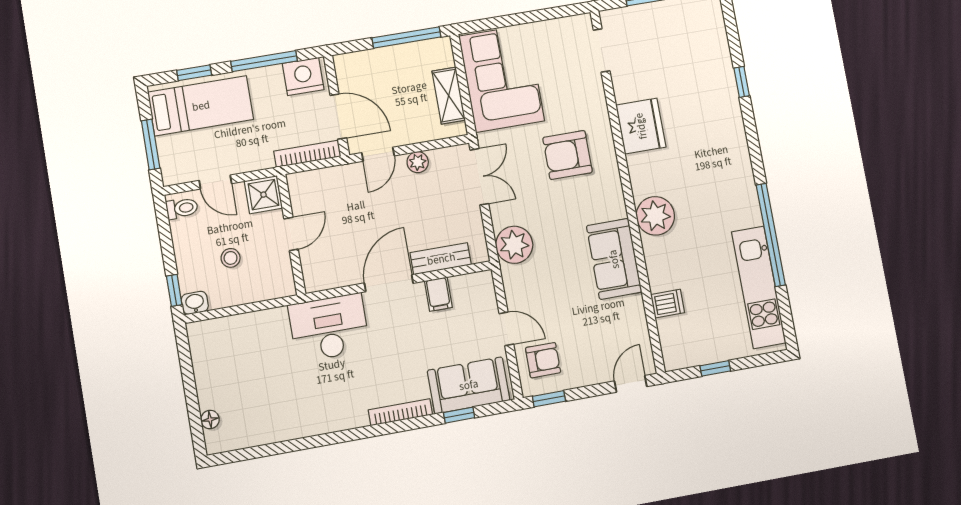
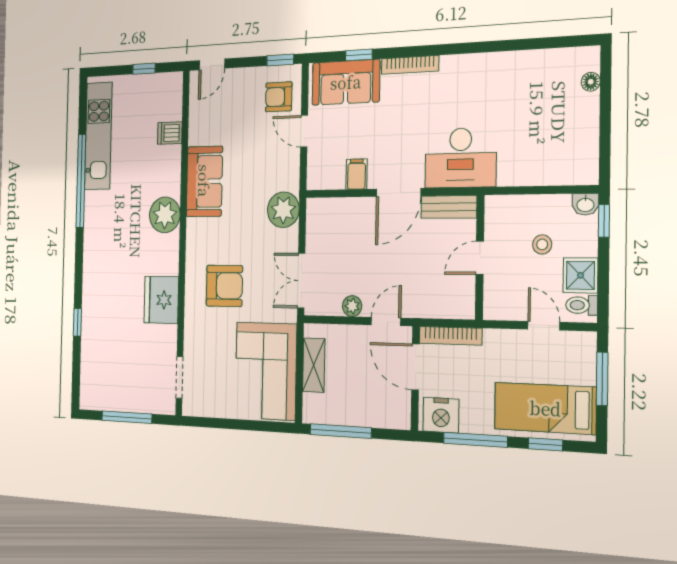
shower: (263, 195) -> (581, 275), moved
bench: (441, 259) -> (449, 207), moved

